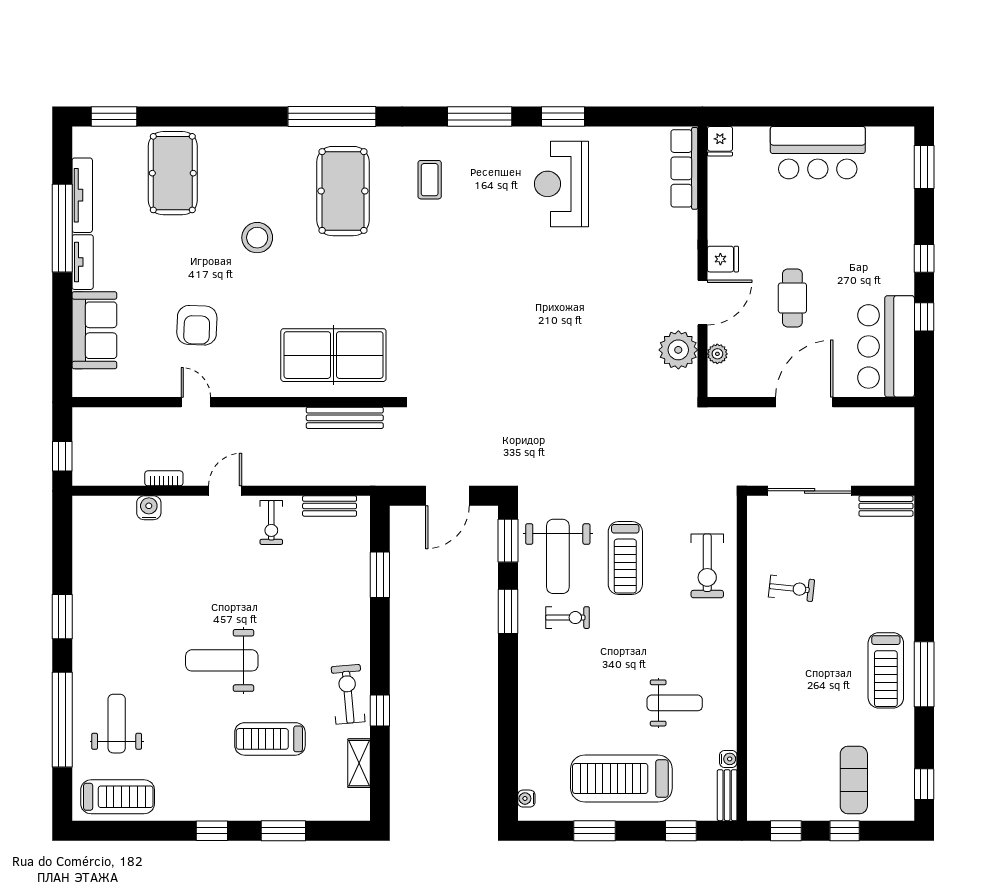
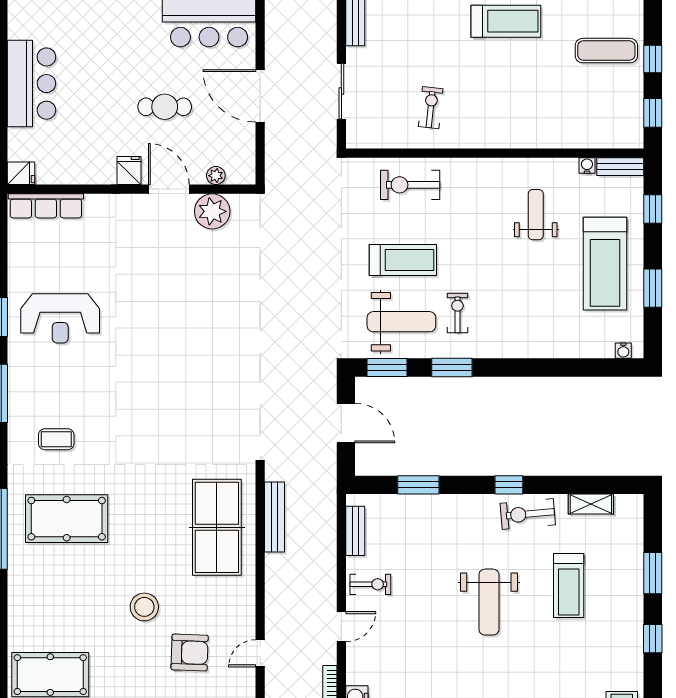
stool: (257, 238) -> (144, 607), moved
door: (225, 491) -> (341, 627), swing flipped
sliding door: (810, 491) -> (341, 91), width x0.73
exercise bike: (707, 566) -> (410, 185), turned 180
weight bench: (222, 660) -> (489, 602), moved
window: (380, 711) -> (509, 485), moved

